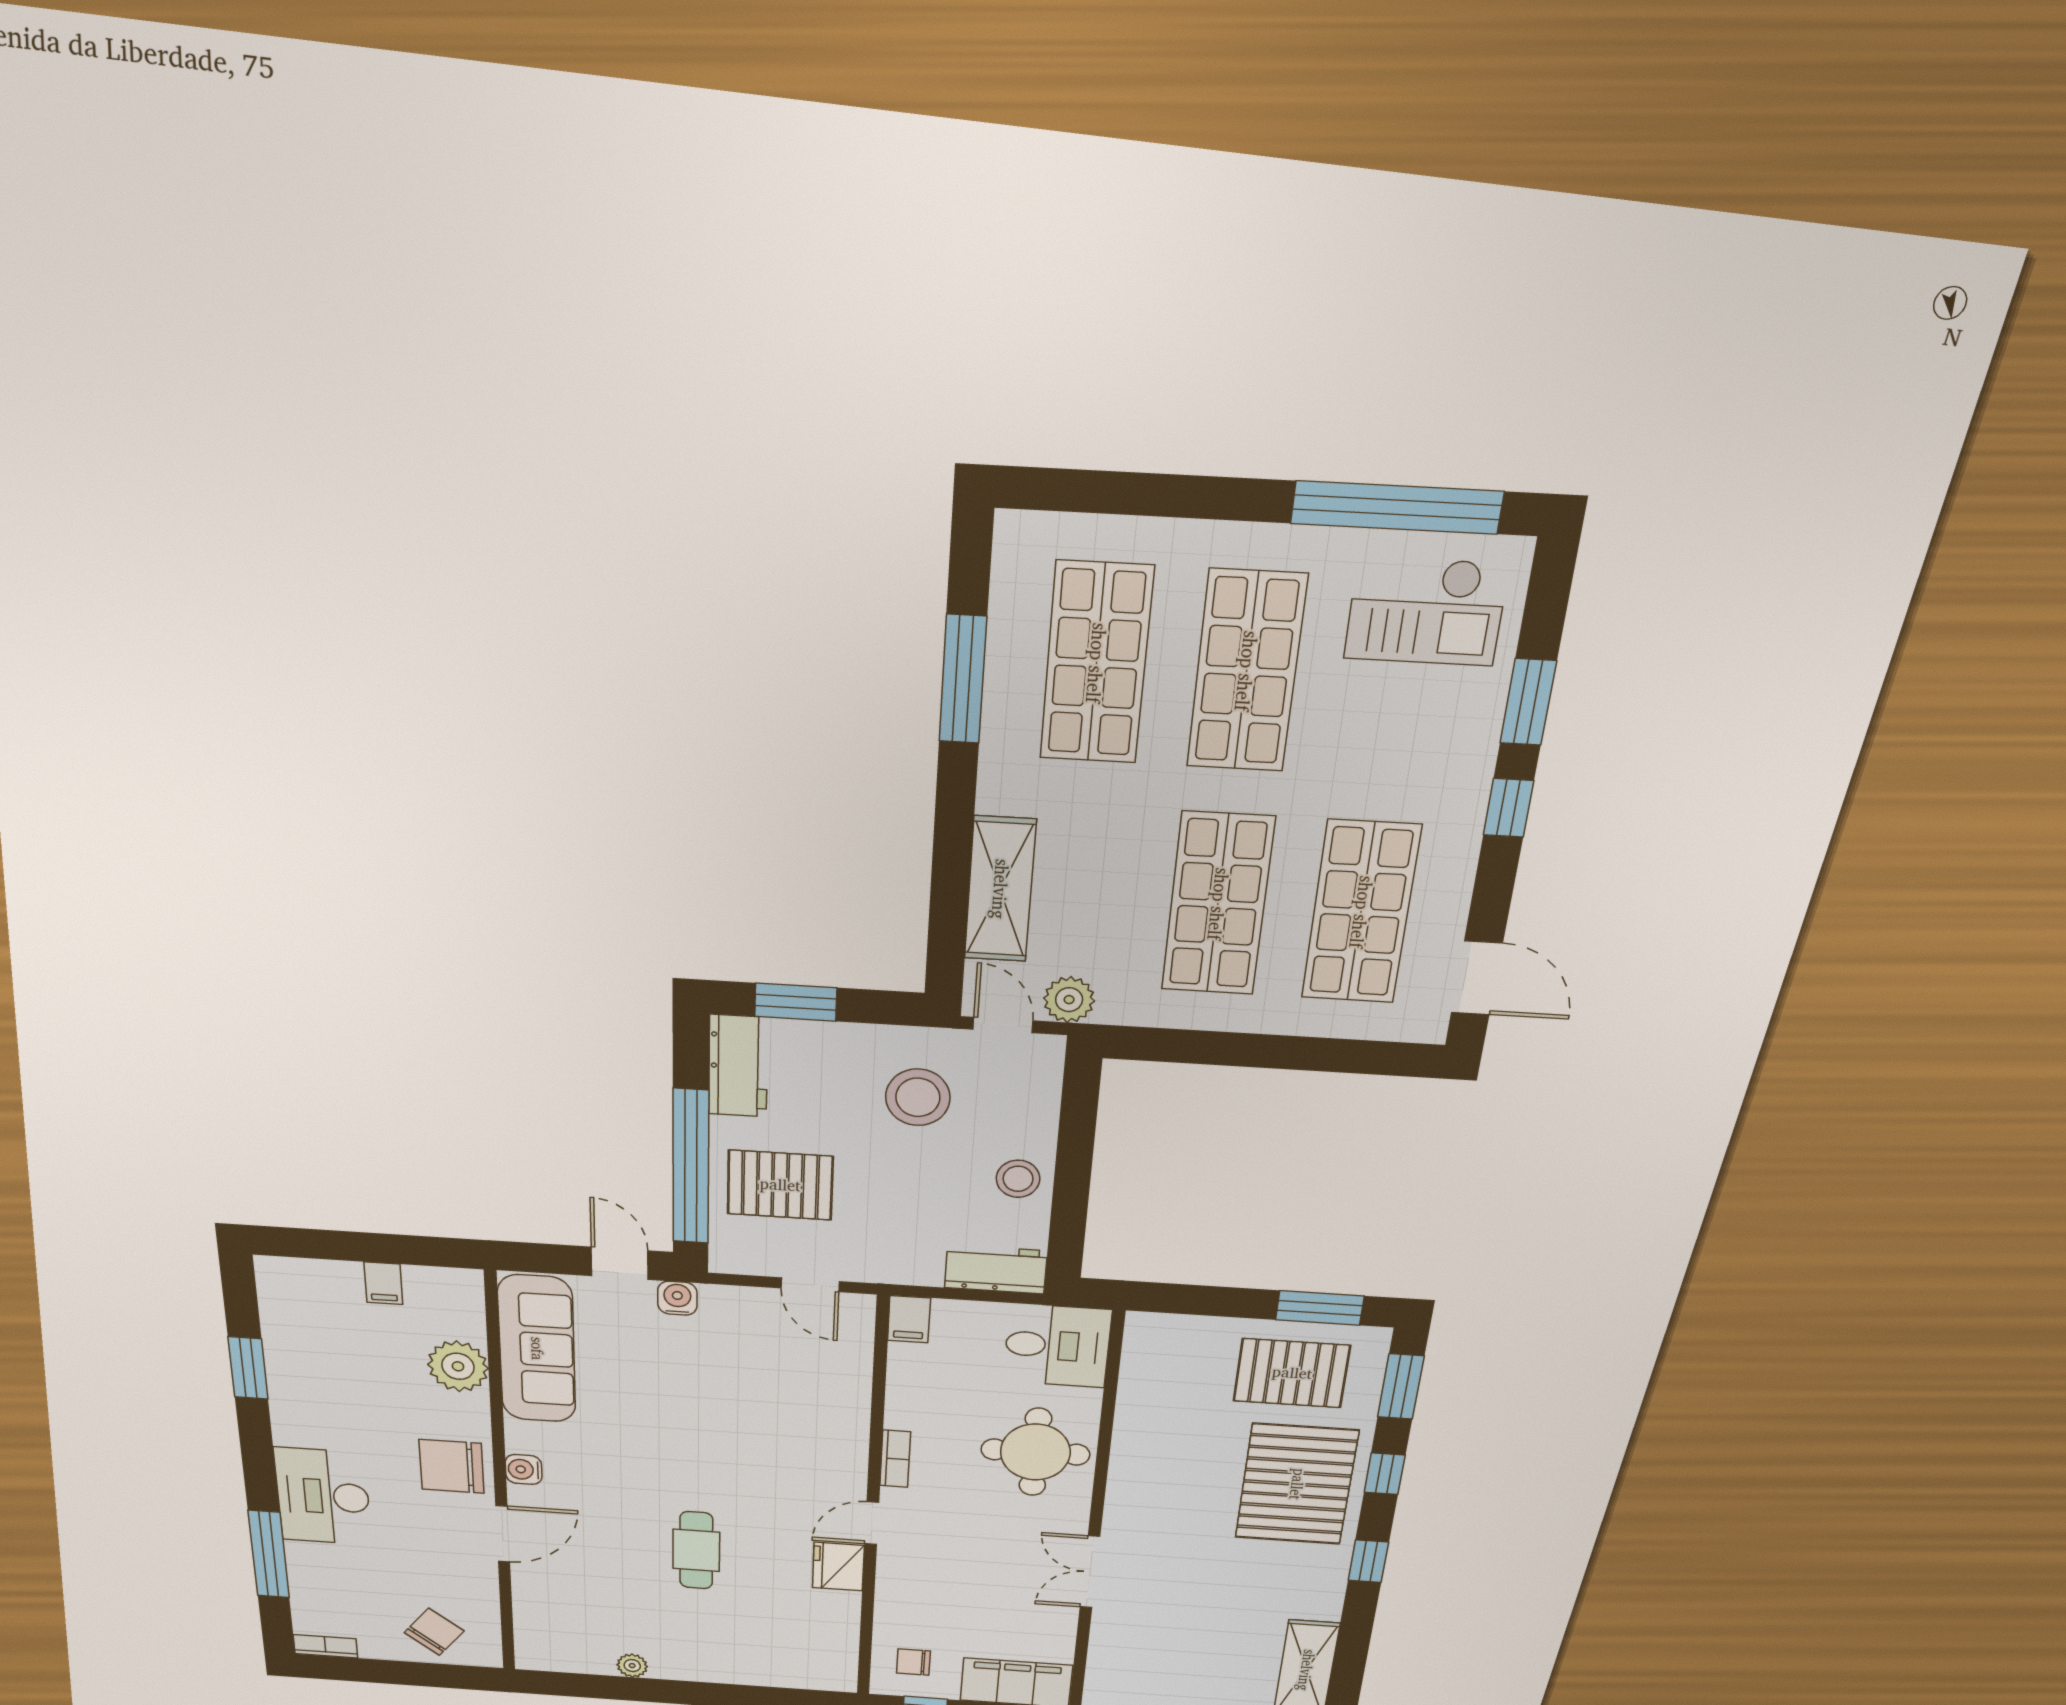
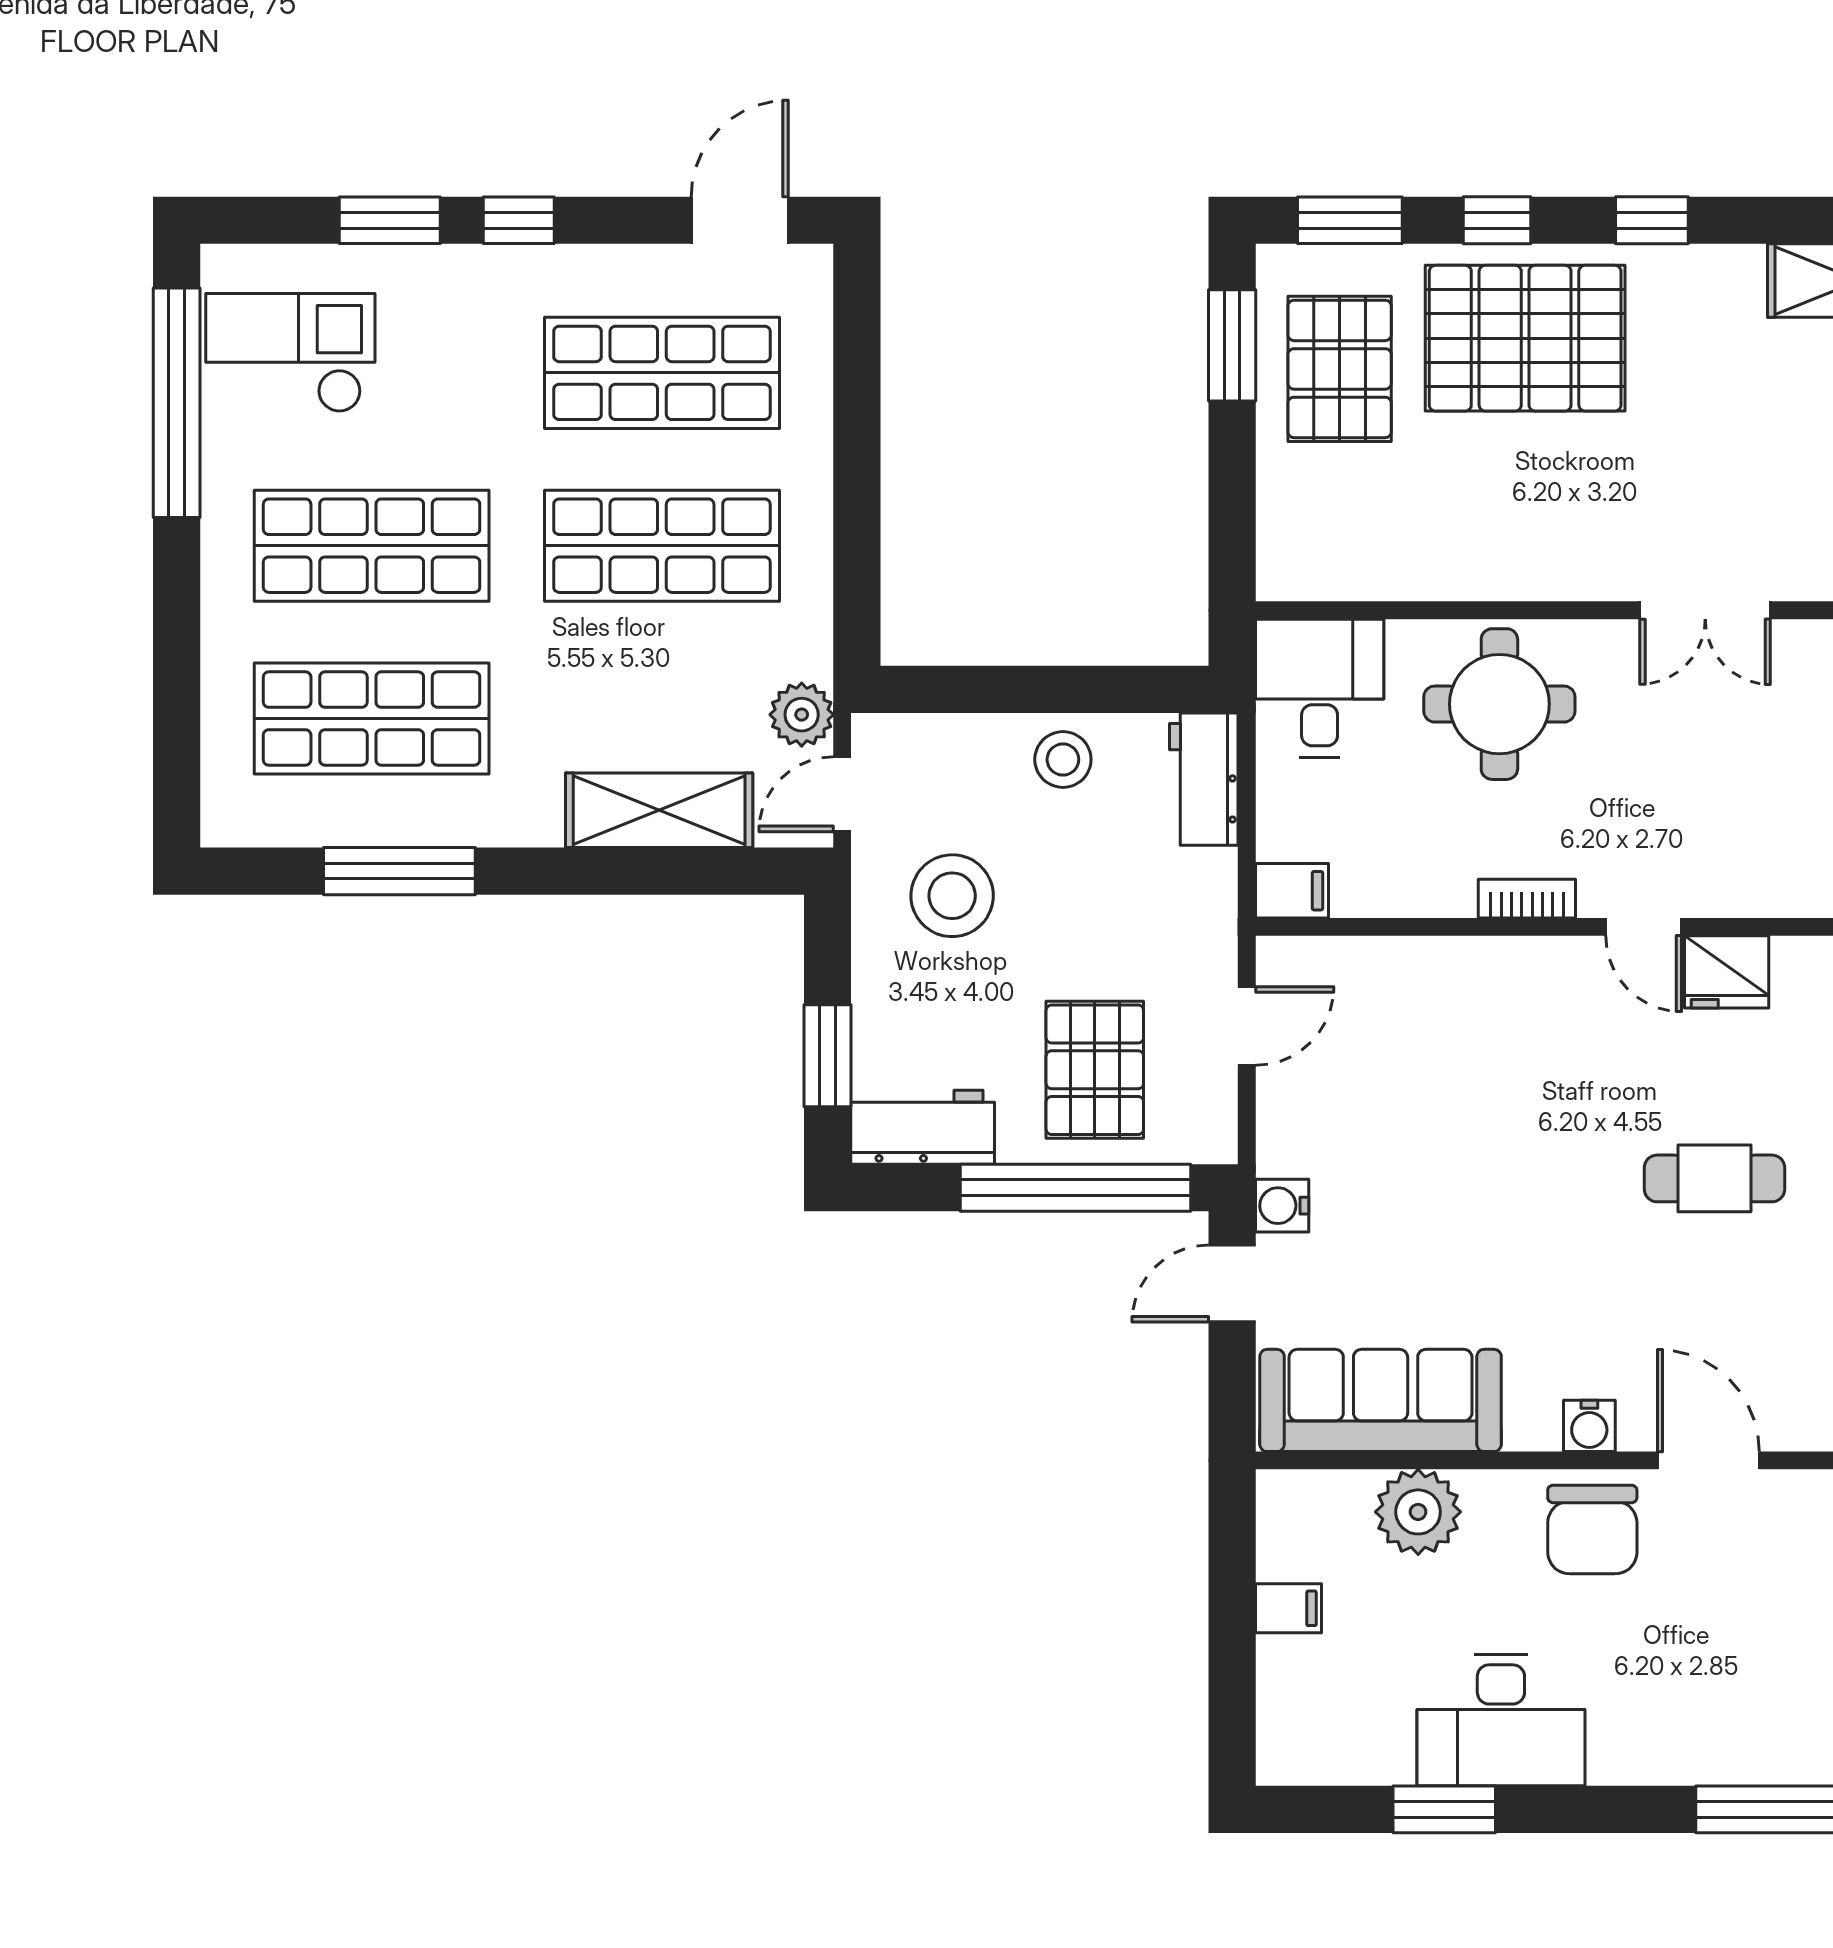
checkout: (1426, 611) -> (290, 353), turned -90
desk: (323, 1496) -> (1501, 1720), moved

